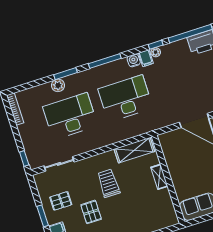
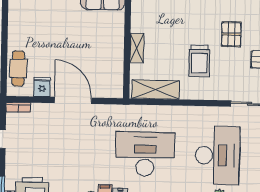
desk: (125, 98) -> (145, 154), turned 180
desk: (70, 116) -> (217, 155), turned -90

